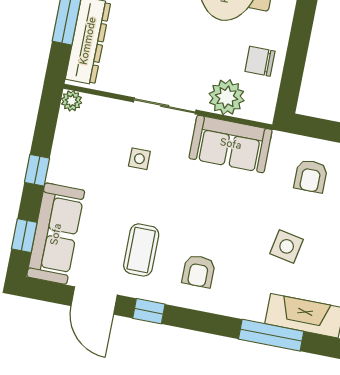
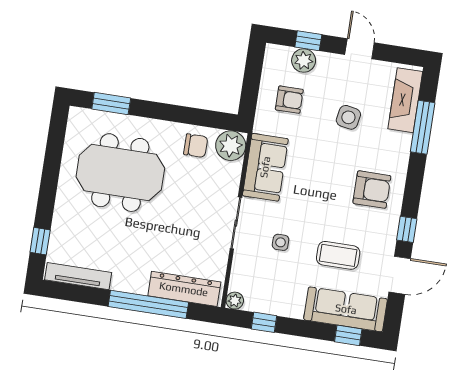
chair: (260, 61) -> (196, 146), turned -90
plant: (227, 97) -> (231, 146), moved
window: (37, 170) -> (264, 322), moved
coffee table: (141, 250) -> (338, 255), moved
armchair: (199, 271) -> (372, 190), width x1.38, depth x1.38

